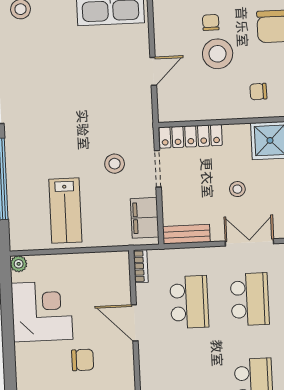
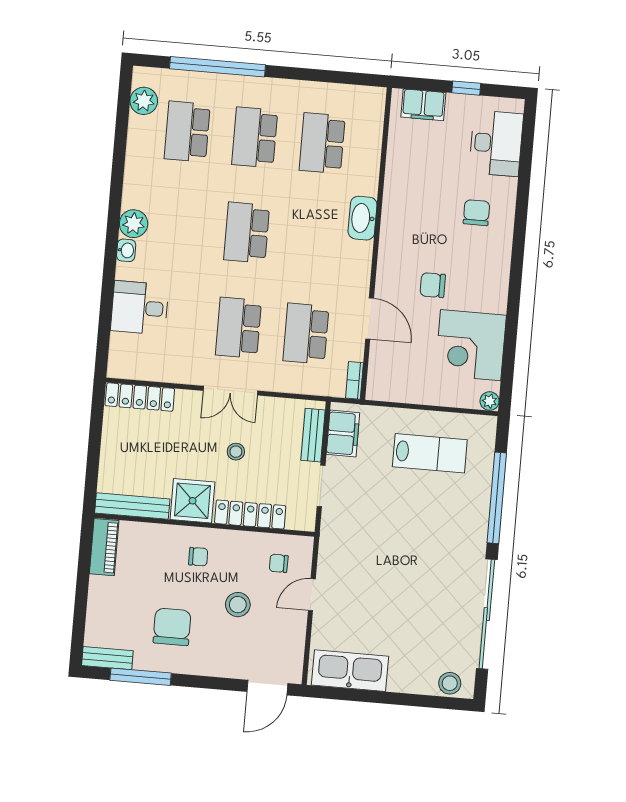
chair: (211, 22) -> (279, 563), moved, turned 90
stool: (218, 54) -> (238, 605), width x0.73, depth x0.73
locker: (191, 136) -> (250, 515), moved
stool: (115, 164) -> (368, 498), removed
lab bench: (65, 211) -> (430, 453), turned 90
bench: (186, 234) -> (313, 435), moved, turned 90

